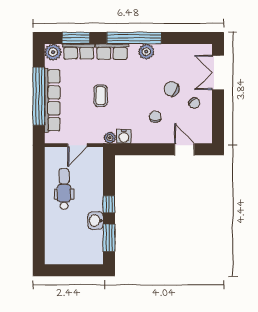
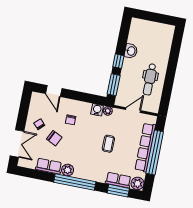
row of seats: (112, 52) -> (49, 166), moved
window: (109, 238) -> (114, 85), moved

